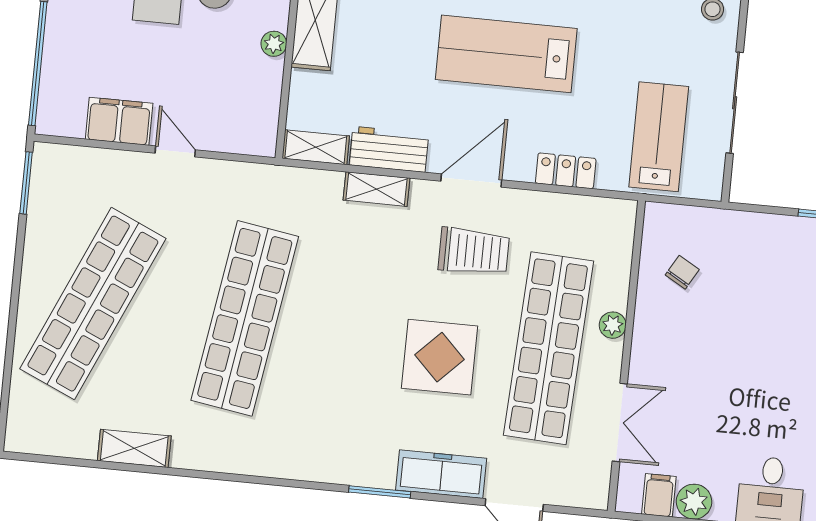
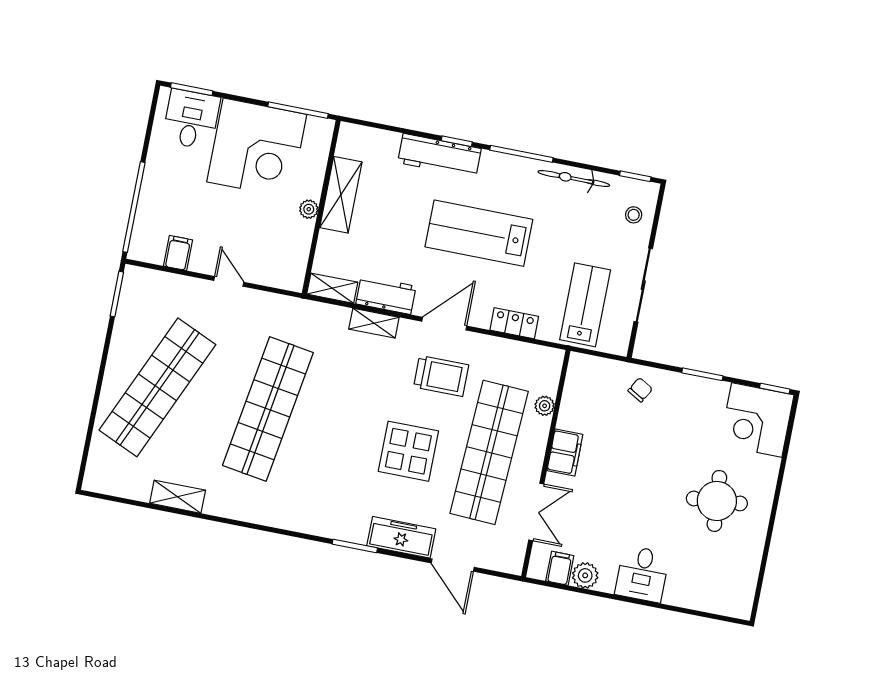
filing cabinet: (119, 121) -> (178, 253), width x0.50
chair: (682, 272) -> (640, 390), moved
plant: (613, 325) -> (545, 406), moved
filing cabinet: (651, 339) -> (565, 453), added

